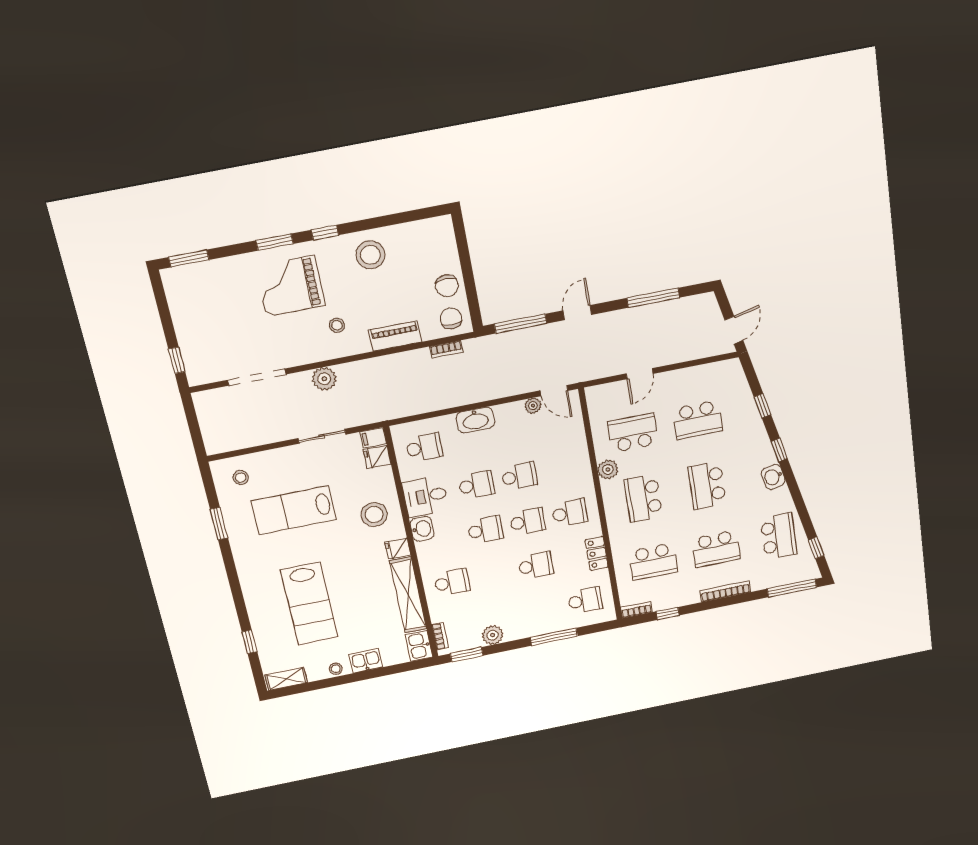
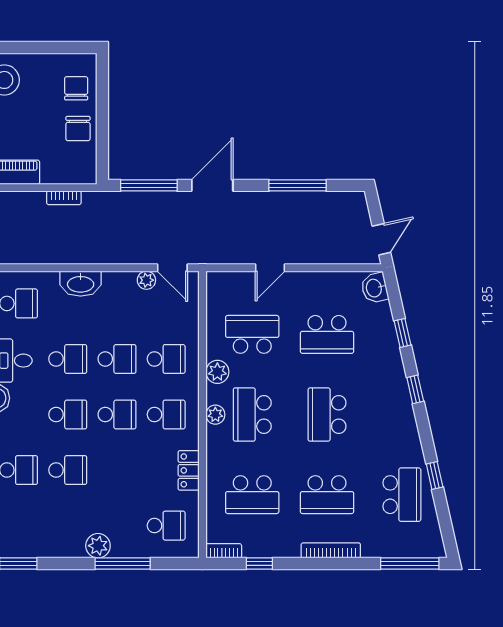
door: (577, 313) -> (212, 185), width x1.38
chair: (451, 318) -> (76, 88), moved
school desk: (562, 468) -> (166, 359), added
washbasin: (773, 477) -> (375, 288), moved
plant: (612, 505) -> (215, 415), added
window: (816, 548) -> (435, 475), moved
school desk: (536, 565) -> (68, 470), moved
plant: (493, 635) -> (98, 546), moved

